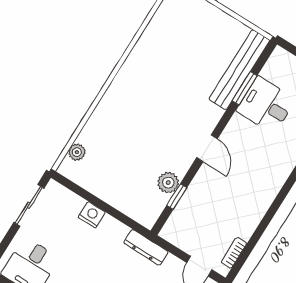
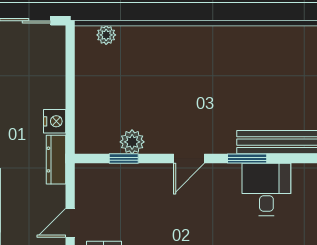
window: (245, 88) -> (247, 159), moved
nightstand: (92, 215) -> (55, 121), moved

